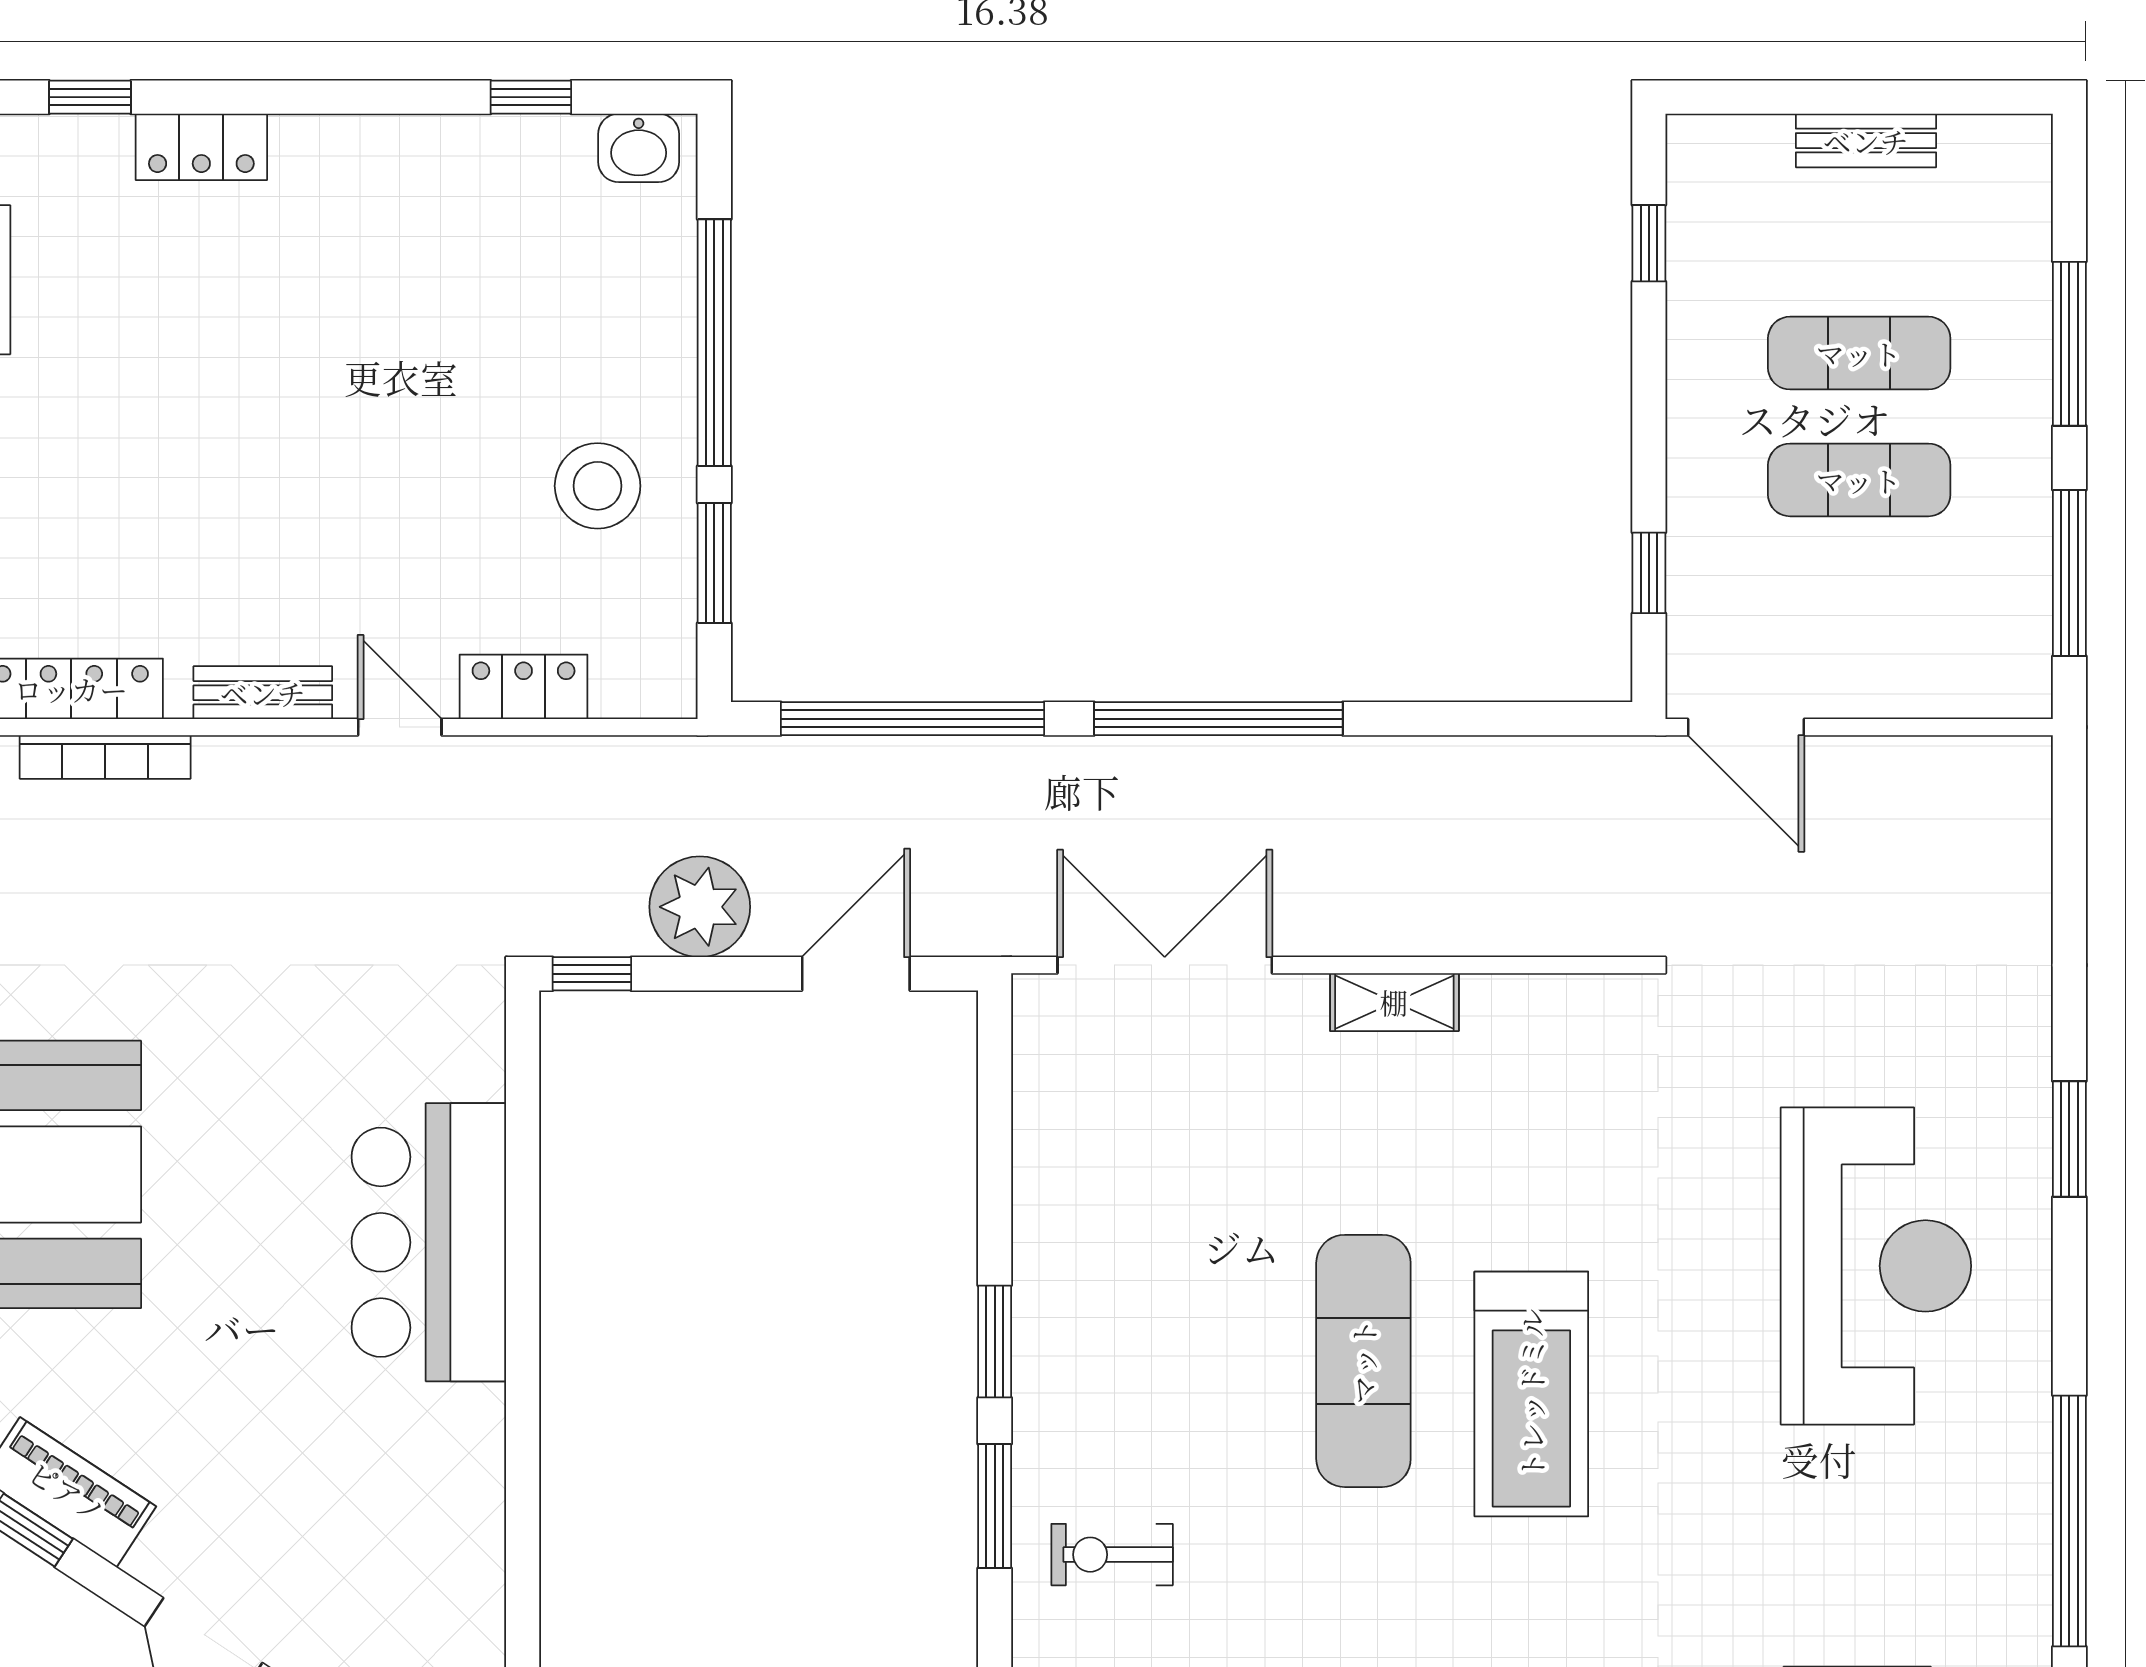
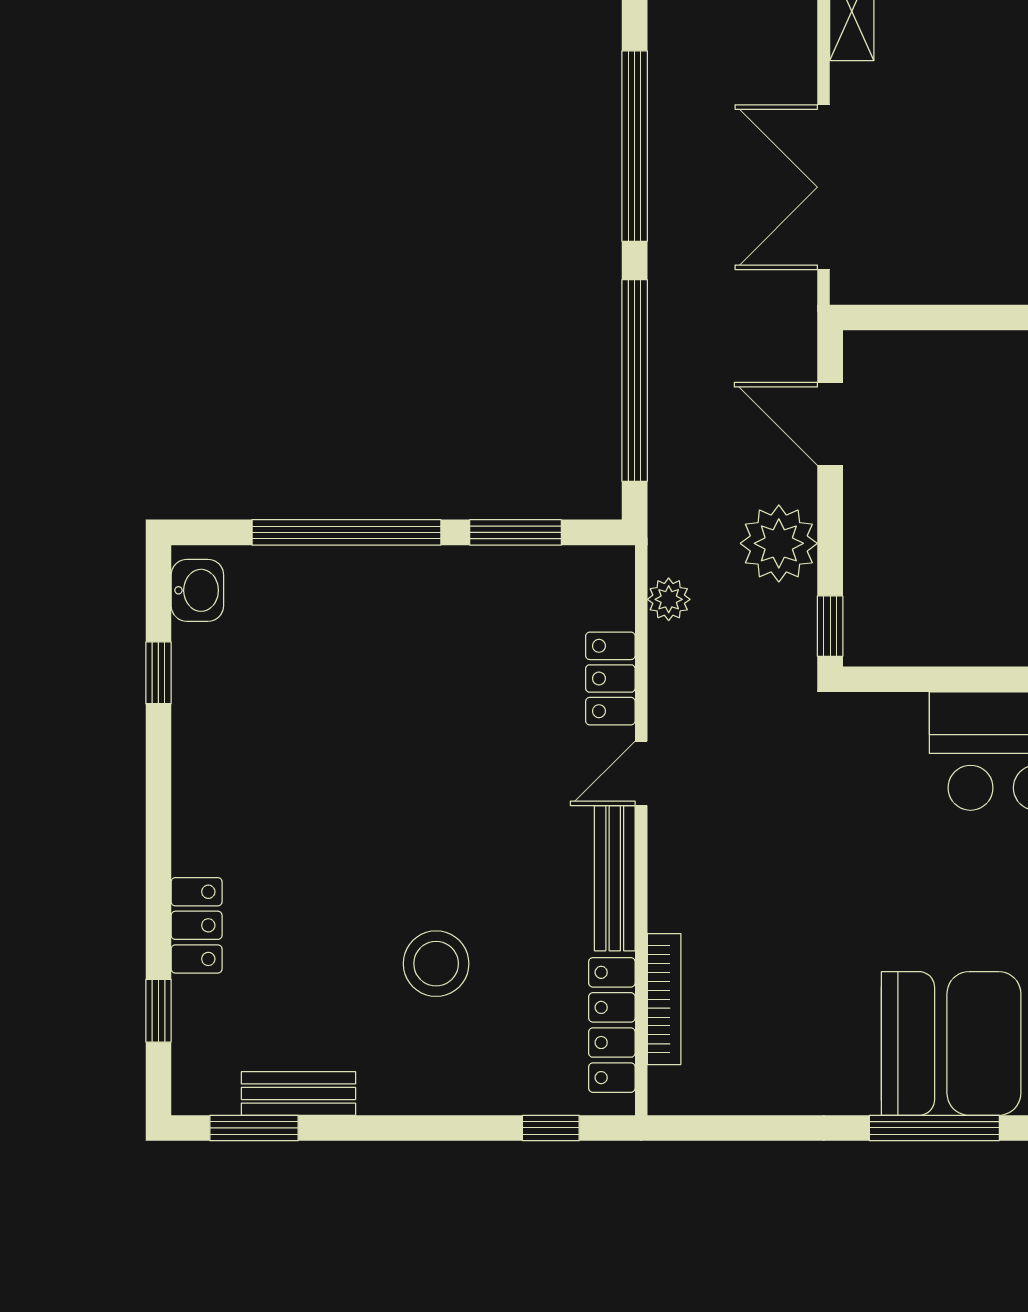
stool: (598, 486) -> (436, 964), moved
bench: (263, 693) -> (615, 878), width x1.36
plant: (627, 763) -> (669, 599), added

